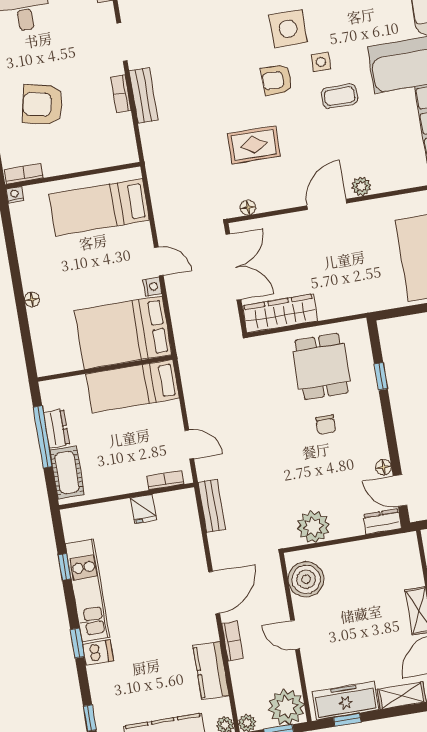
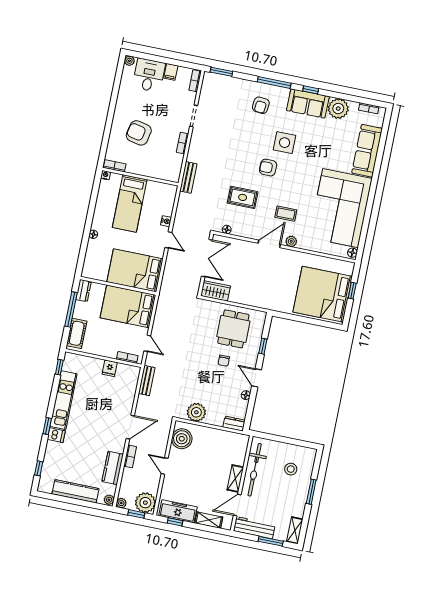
side table: (321, 62) -> (295, 167), removed
bench: (144, 95) -> (188, 177), moved
coffee table: (340, 96) -> (286, 214), moved
bed: (99, 207) -> (130, 203), moved, turned -90
nightstand: (152, 287) -> (166, 221), moved
wardrobe: (280, 313) -> (215, 291), width x0.67
bed: (133, 386) -> (128, 306), width x1.50
dresser: (56, 429) -> (83, 291), moved
door: (400, 490) -> (256, 378), moved
window: (65, 567) -> (59, 367), moved

